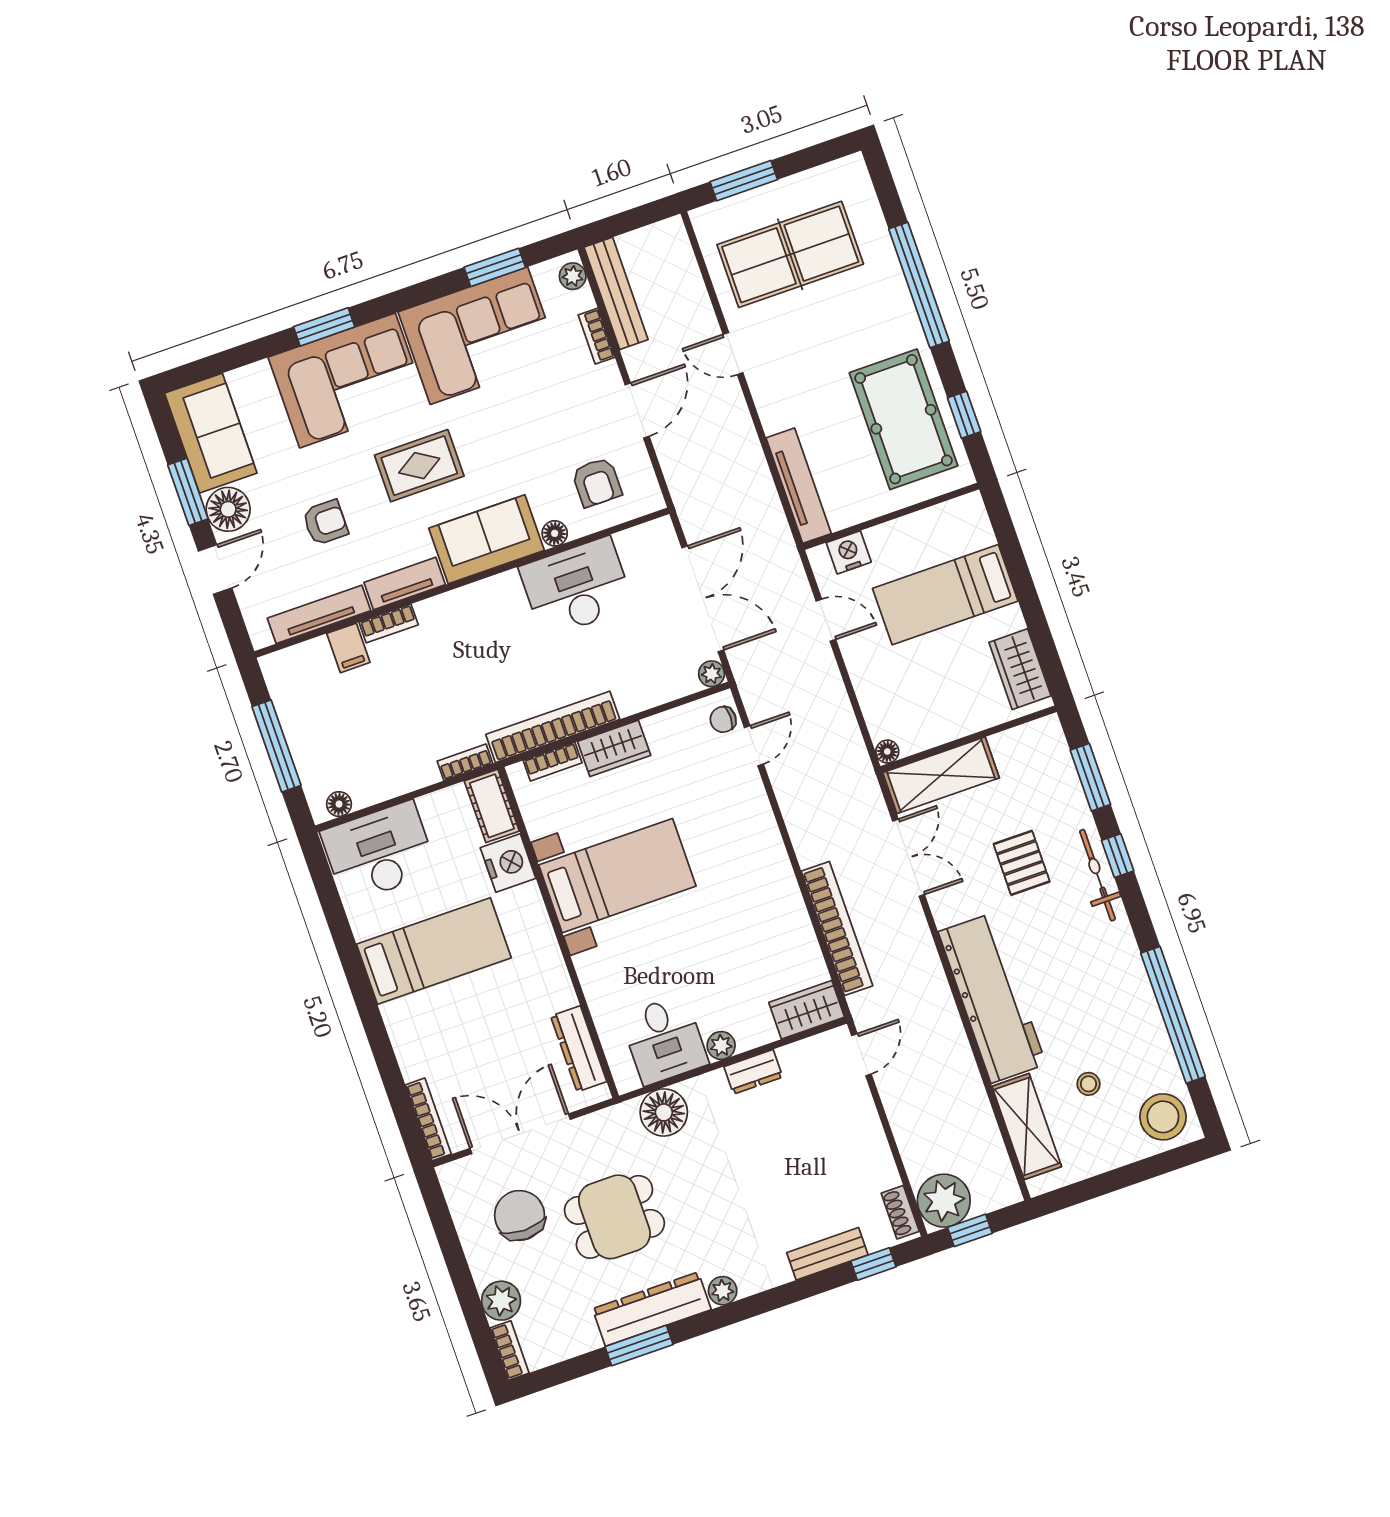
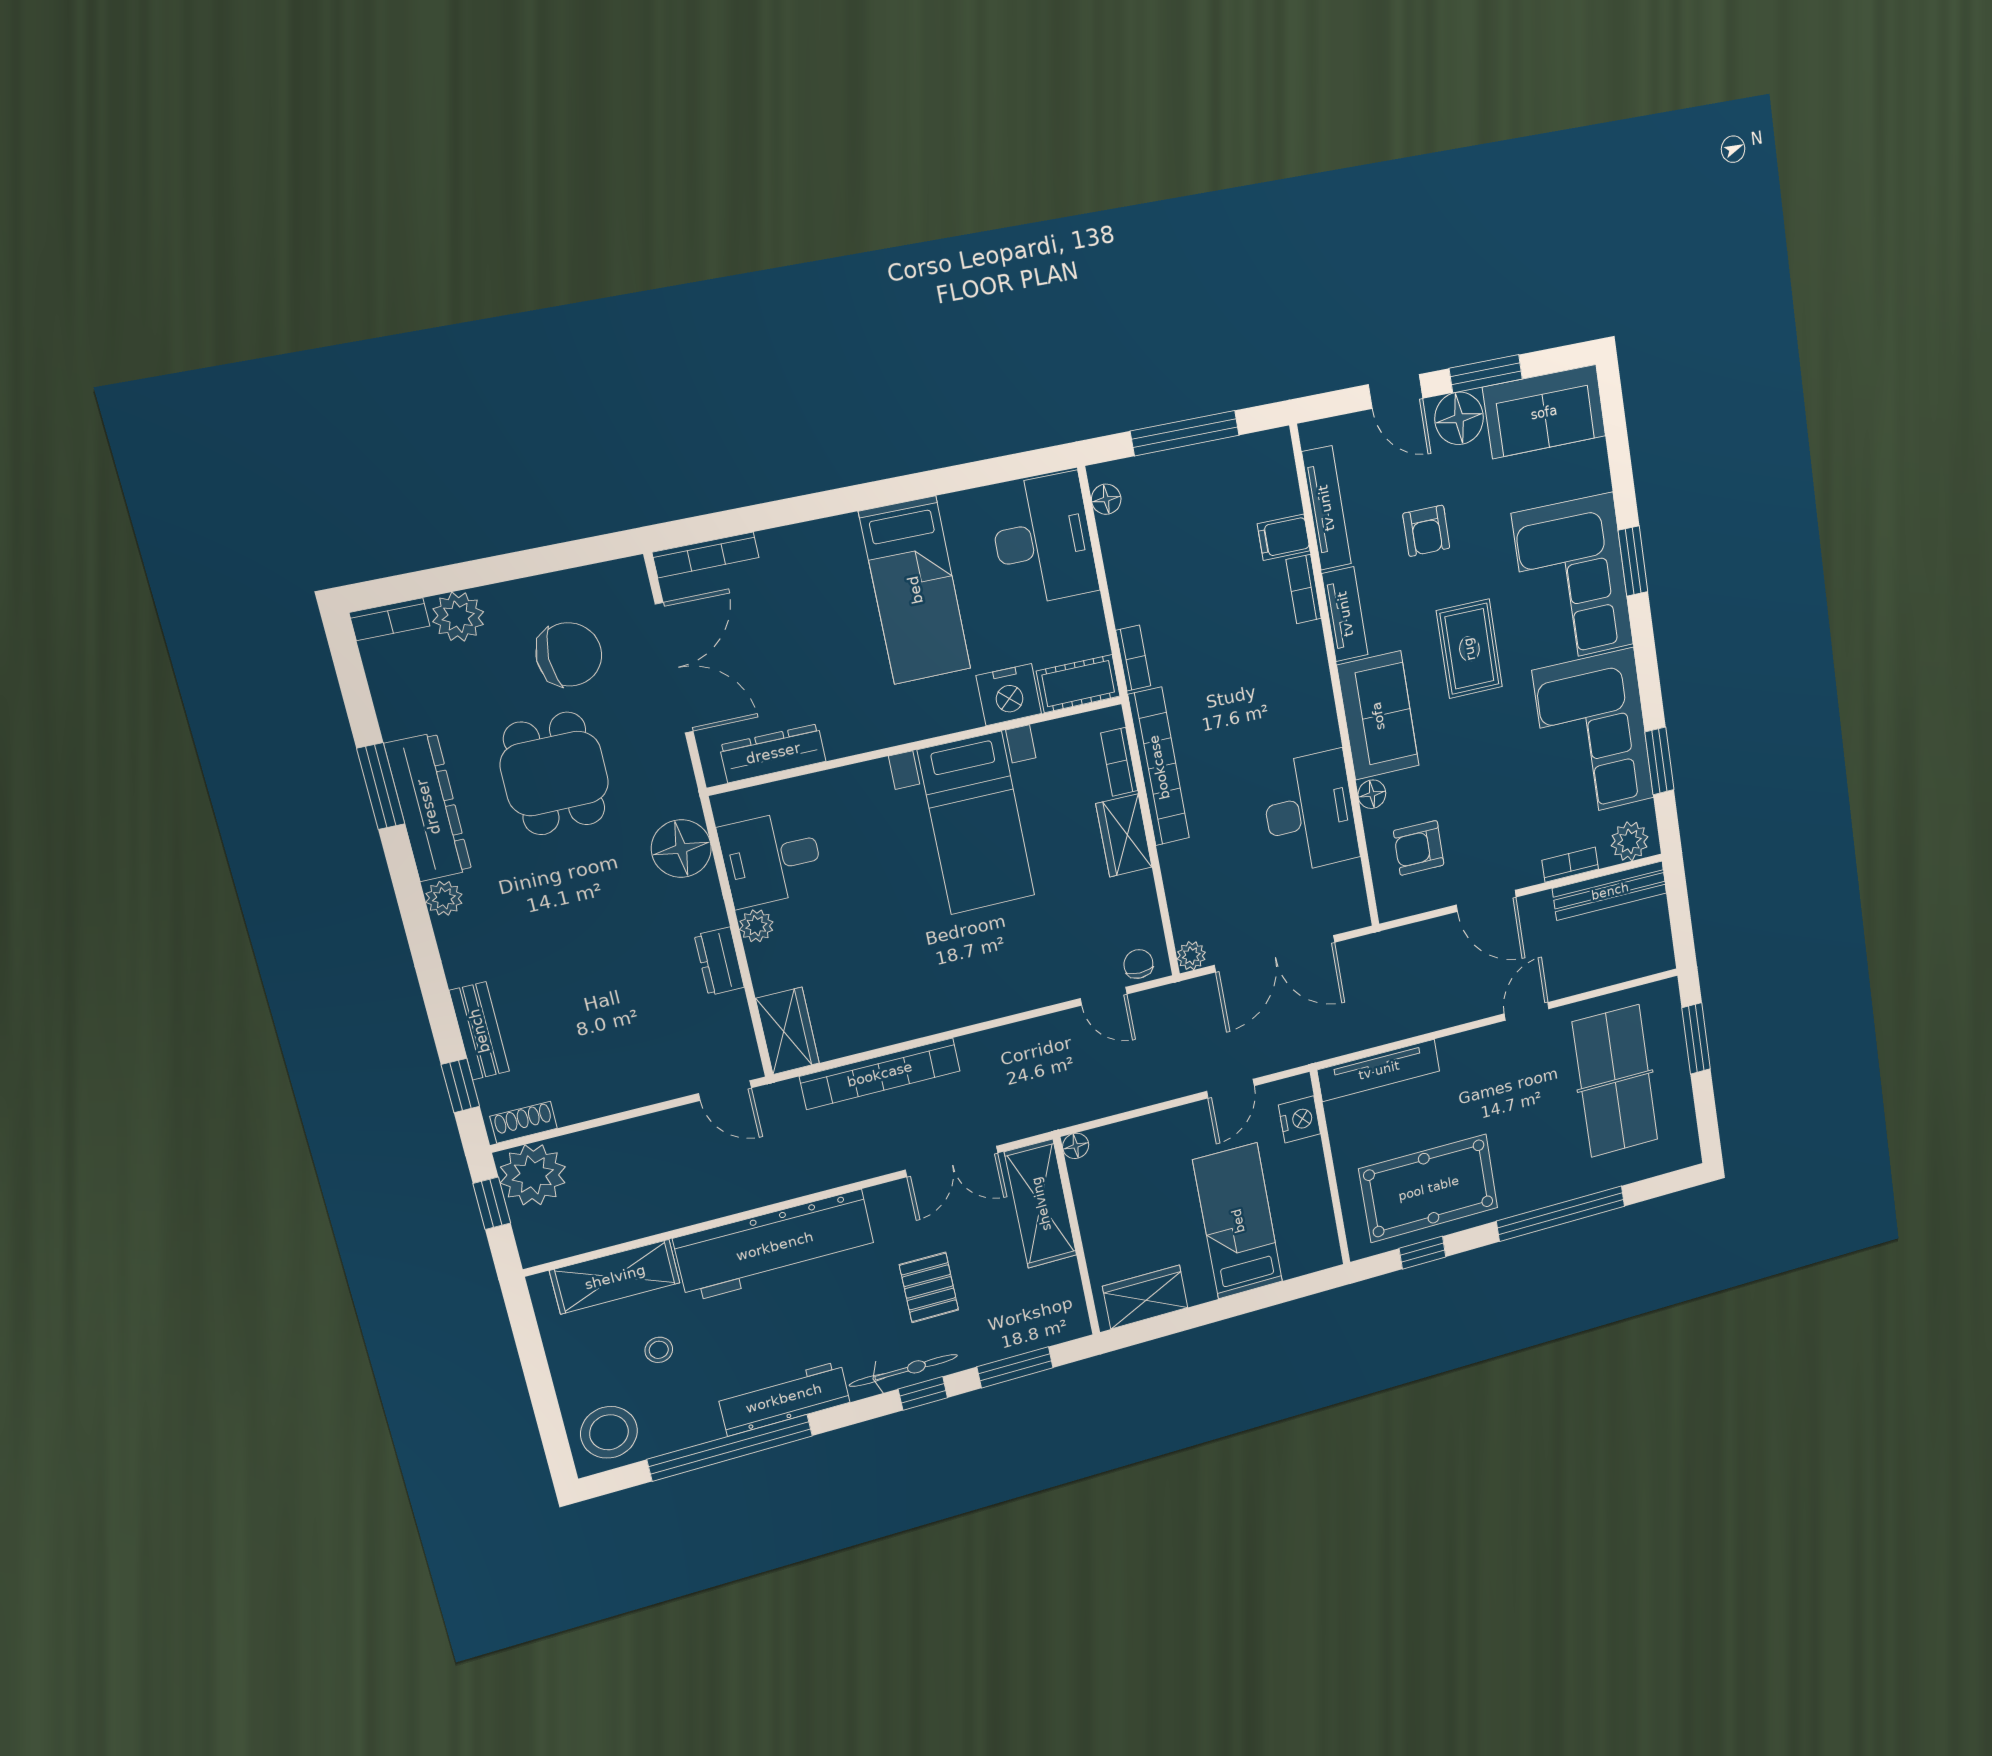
plant: (573, 276) -> (1630, 841), width x1.38, depth x1.38
pallet: (1022, 863) -> (929, 1287), turned 90
workbench: (1127, 975) -> (784, 1398), added

